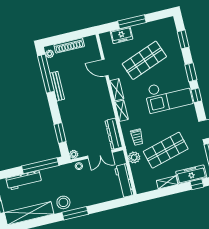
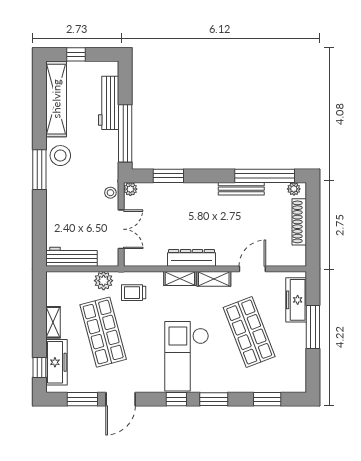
freezer: (122, 35) -> (296, 300), width x1.40
dresser: (114, 134) -> (192, 258), moved
double door: (100, 154) -> (121, 229), swing flipped

